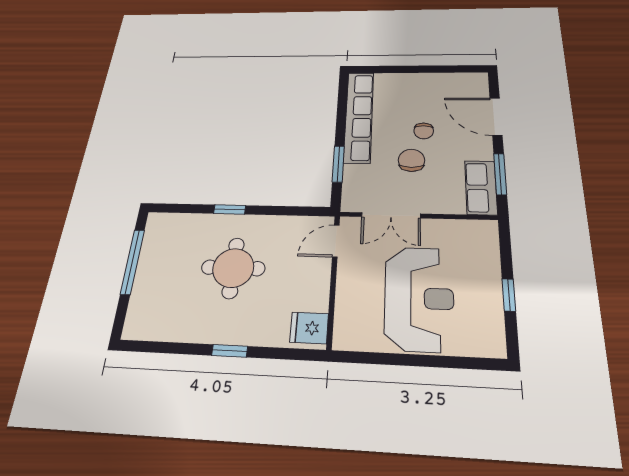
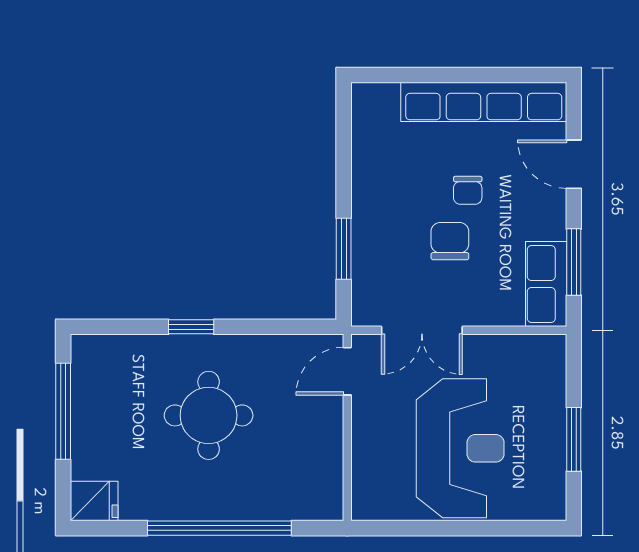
door: (496, 116) -> (574, 164), width x0.73
row of seats: (359, 117) -> (484, 102), moved, turned 90
window: (509, 295) -> (574, 439), width x1.50
fridge: (309, 328) -> (94, 501), moved, turned 180
window: (230, 351) -> (219, 528), width x3.17

